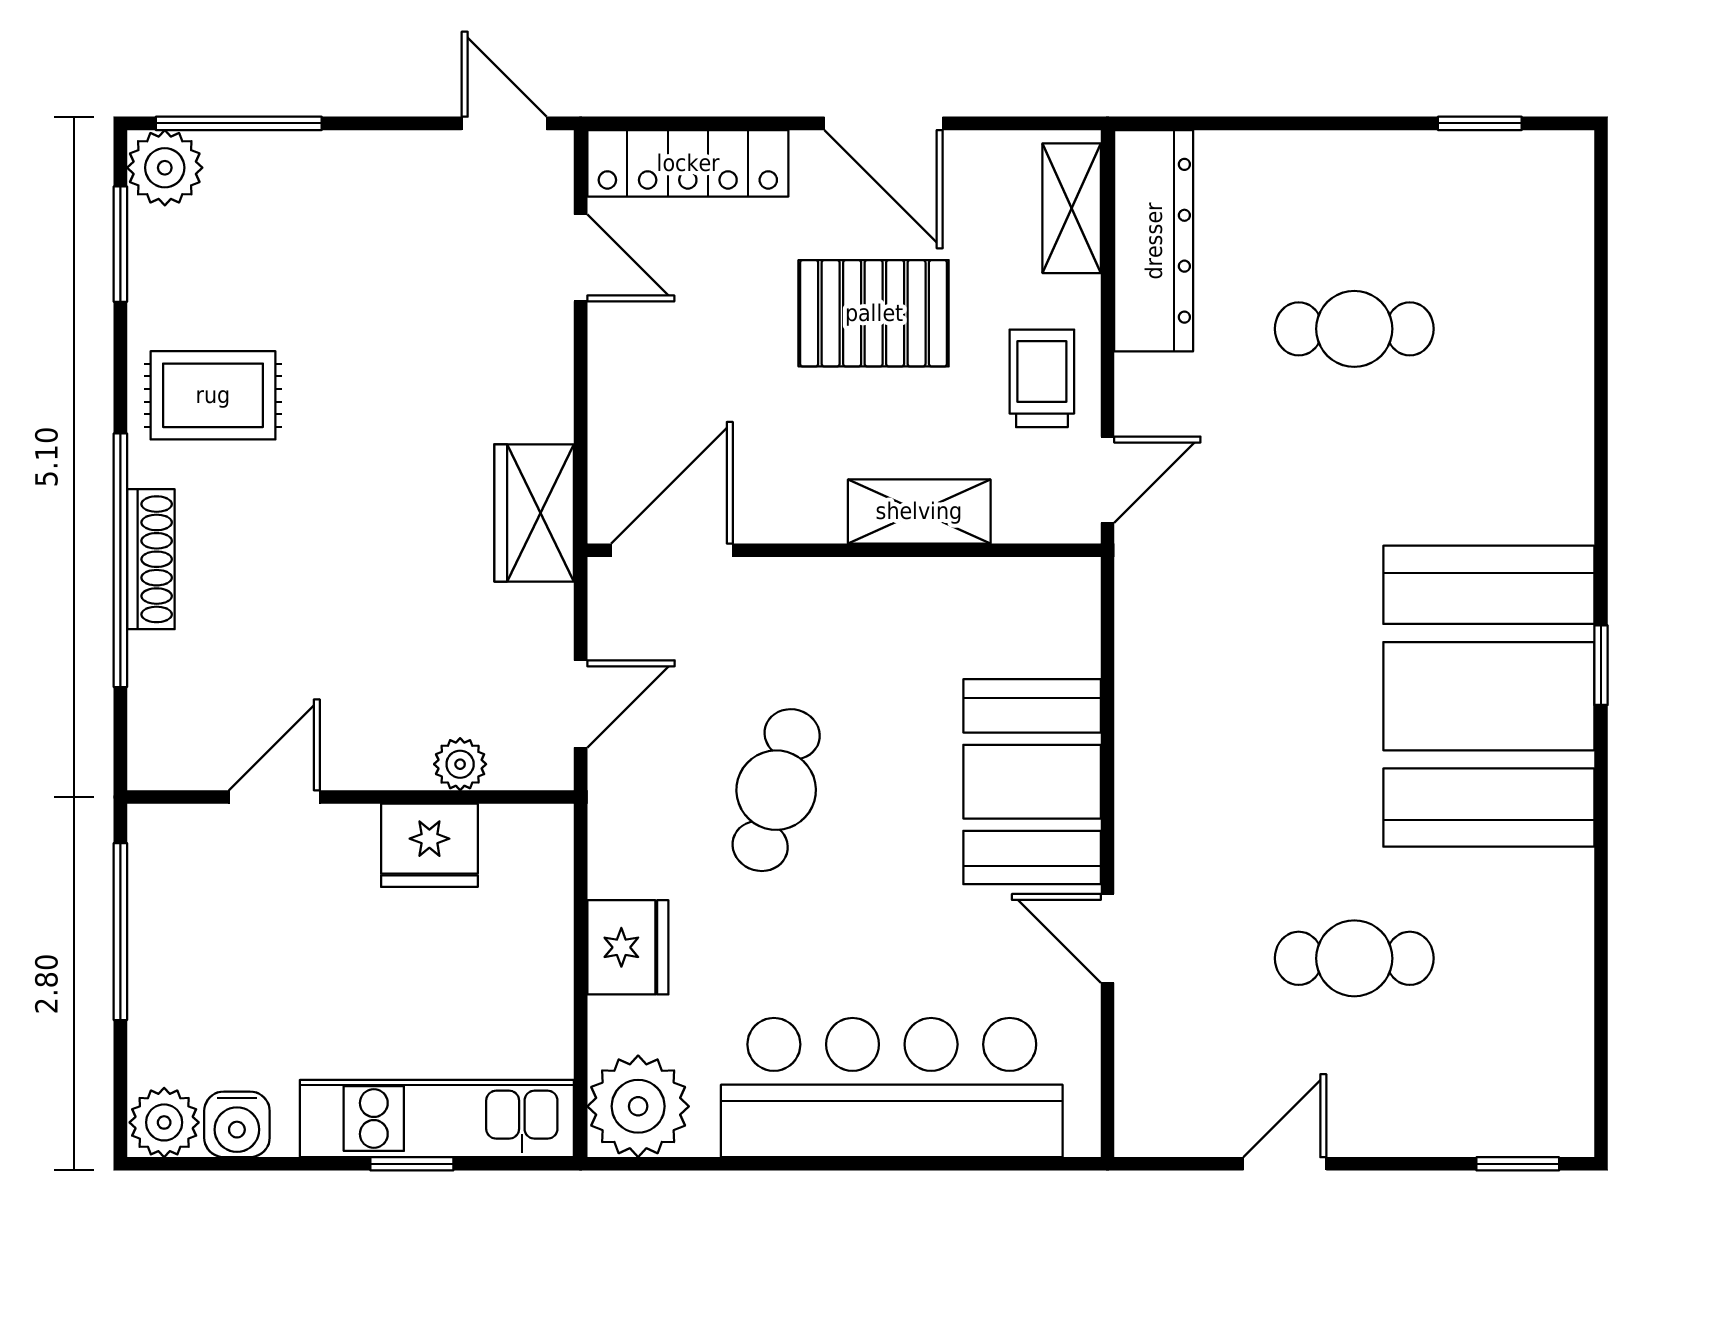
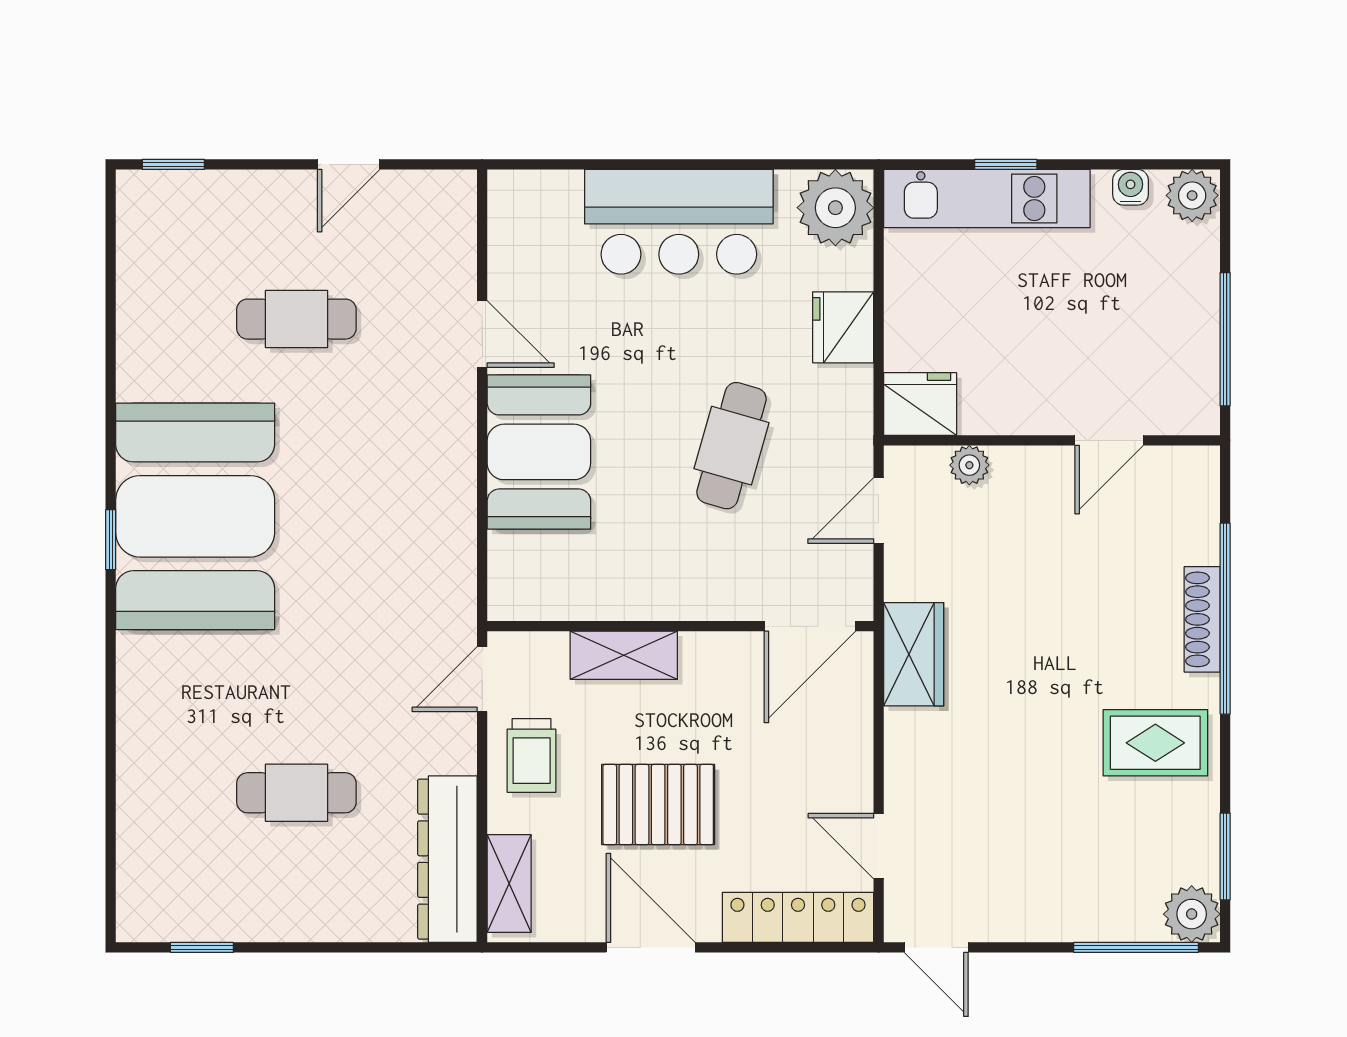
fridge: (429, 845) -> (920, 404), moved
bar counter: (892, 1088) -> (679, 222), width x0.73
water cooler: (237, 1124) -> (1131, 187), width x0.72, depth x0.72

